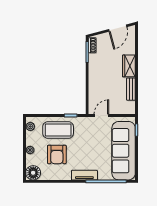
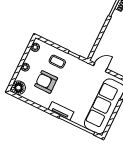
coffee table: (58, 130) -> (57, 62), width x0.54, depth x0.58
armchair: (57, 154) -> (46, 82), turned 90

